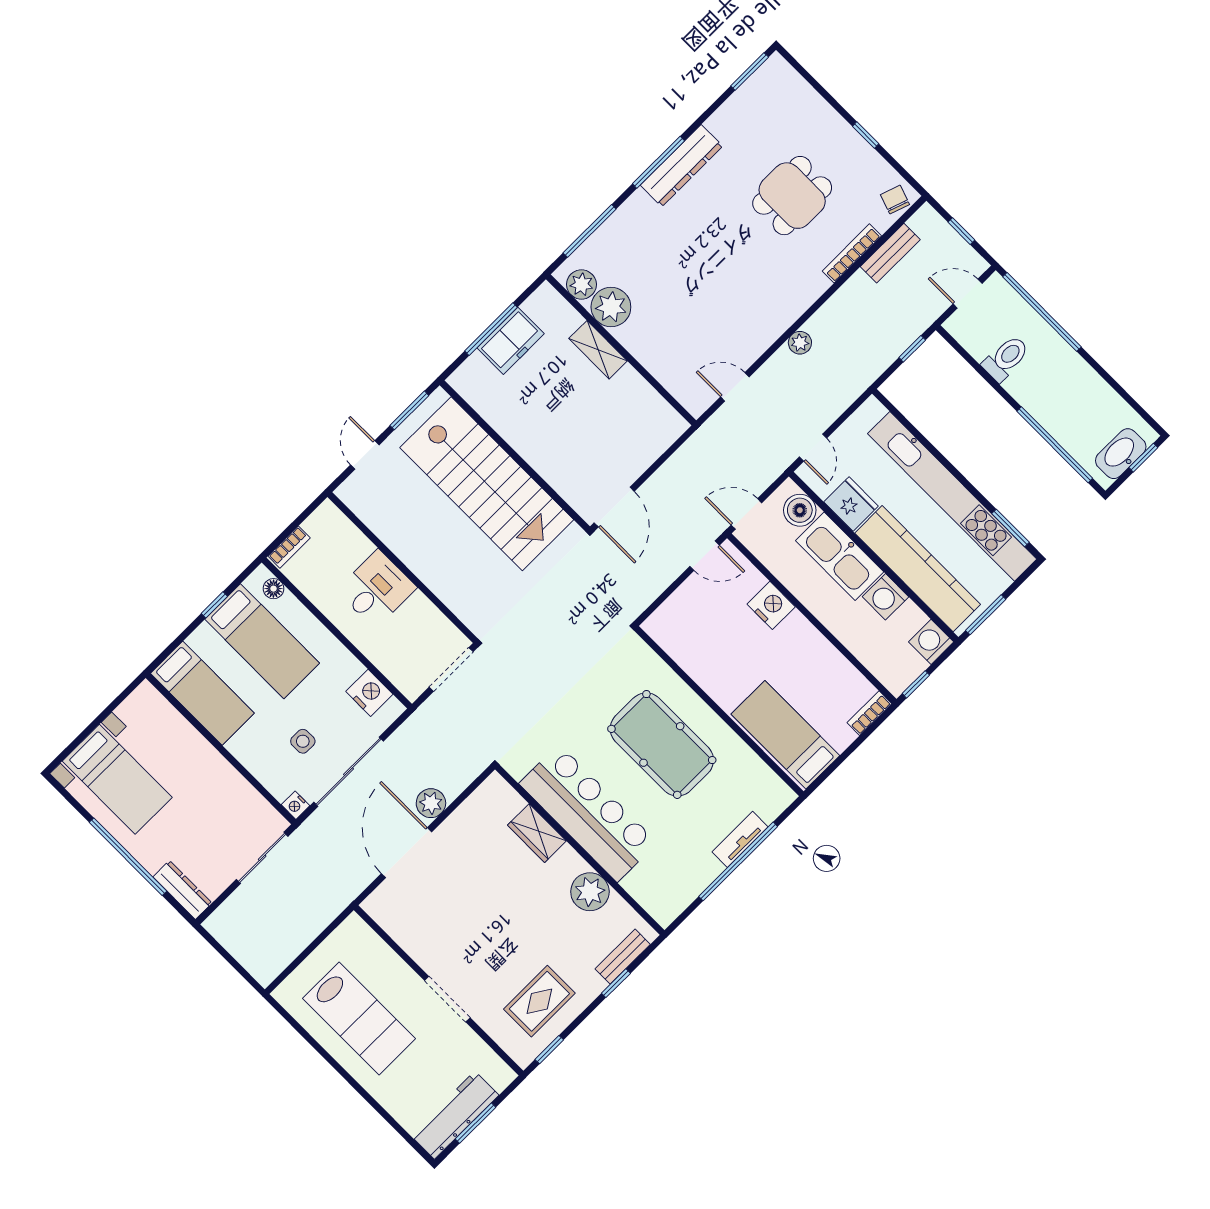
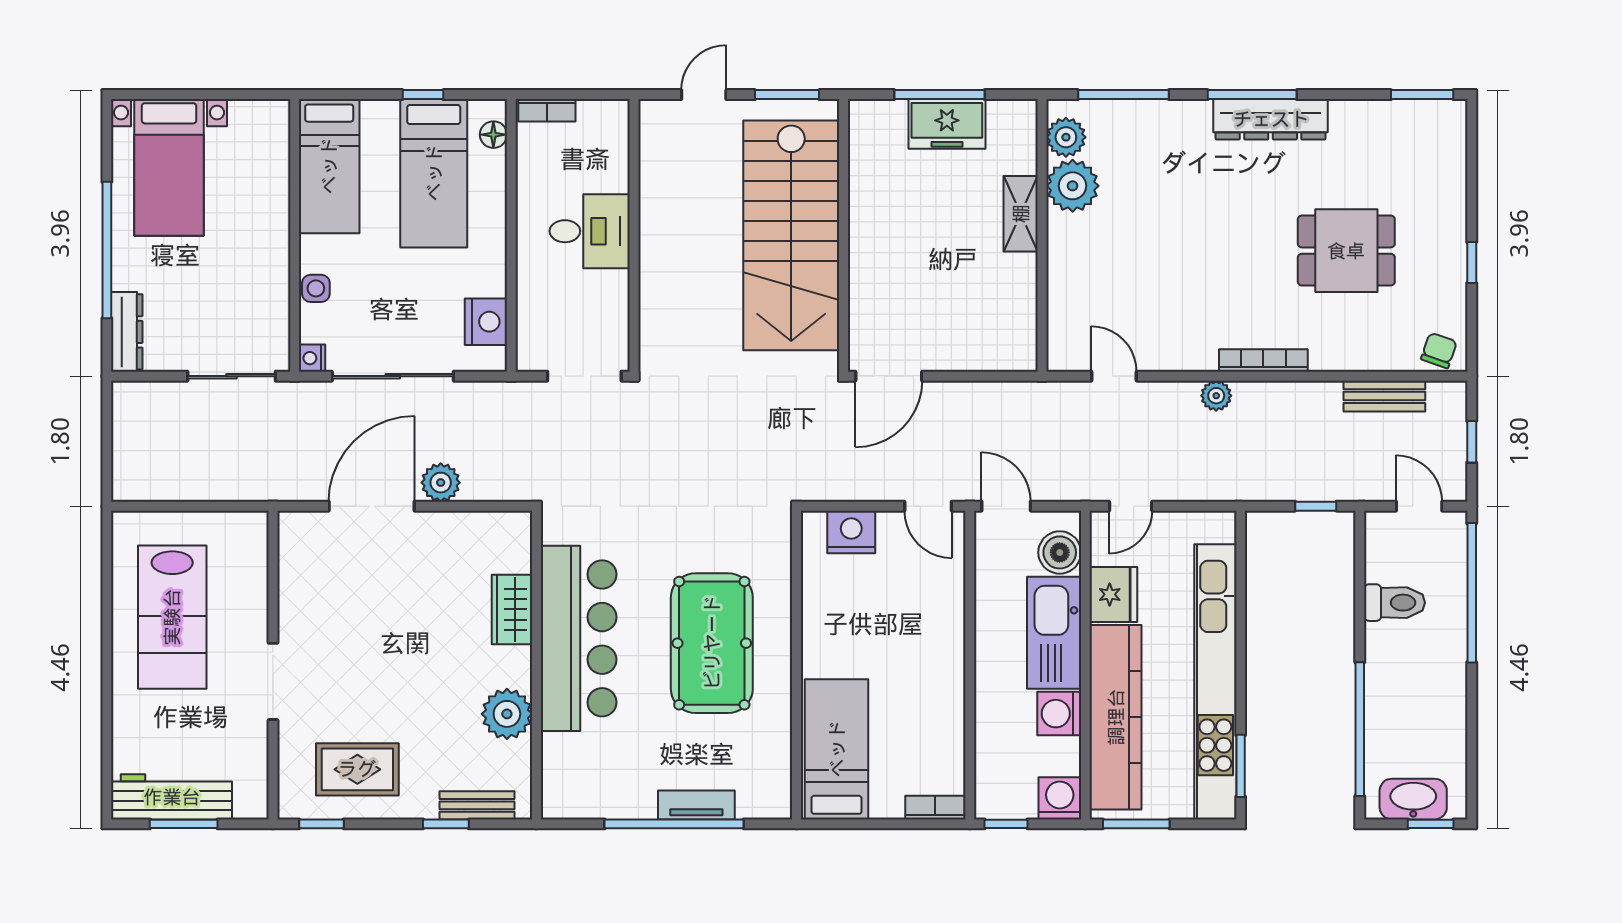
bookcase: (852, 253) -> (1263, 361), moved
nightstand: (771, 605) -> (851, 532), moved, turned -90
side table: (303, 741) -> (316, 288), moved

